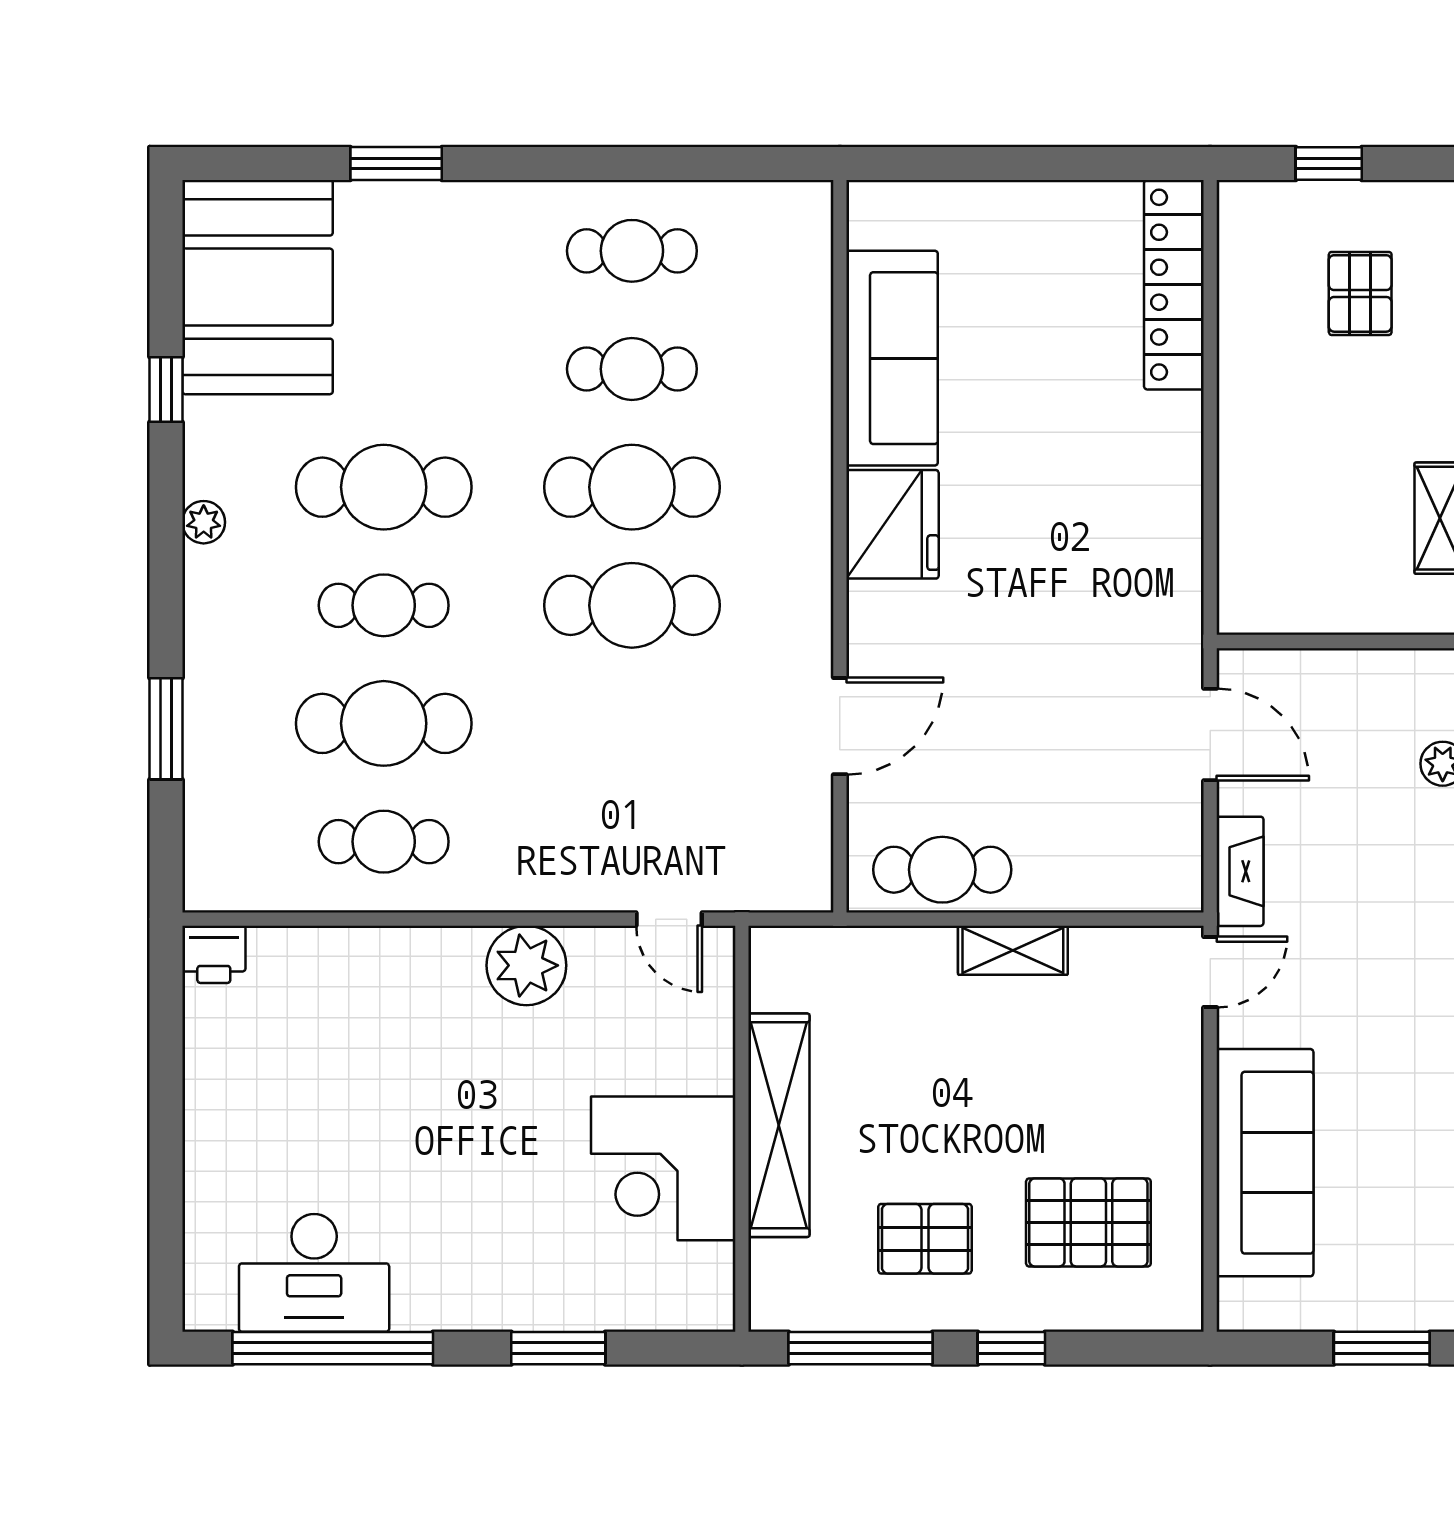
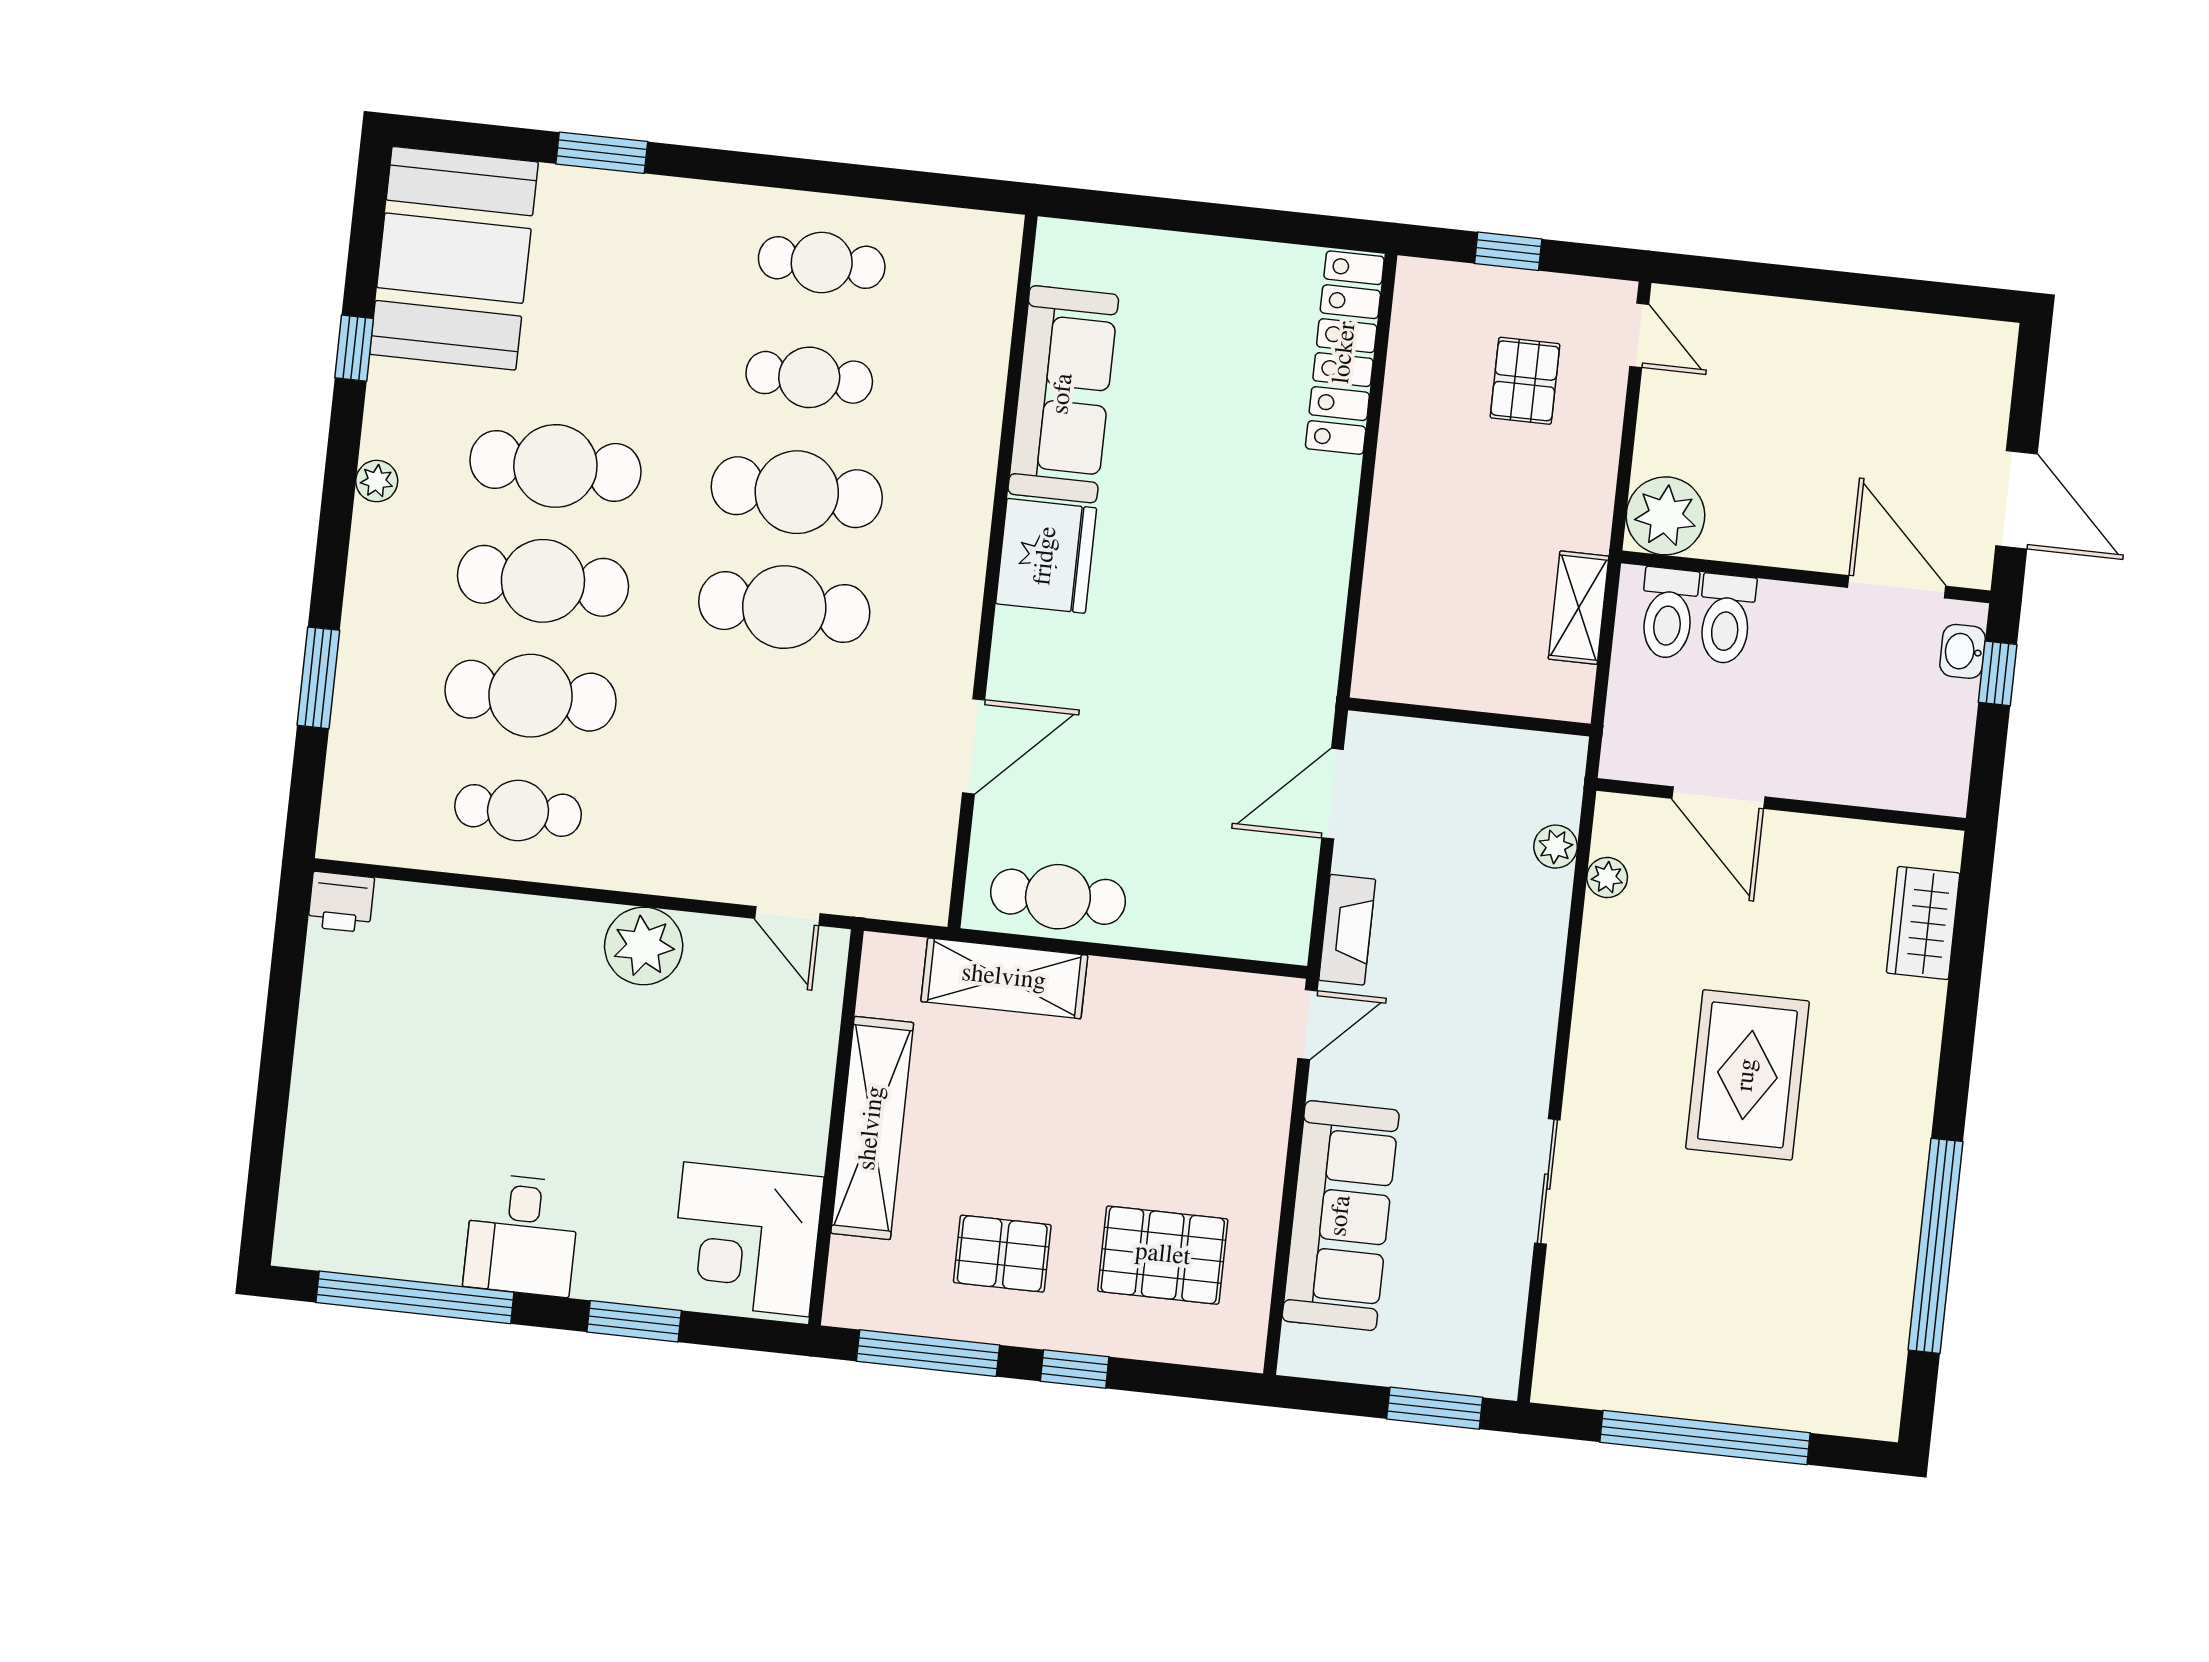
cafe table: (384, 605) -> (543, 581), width x1.37, depth x1.35
door: (1210, 734) -> (1333, 794), swing flipped
shelving: (1013, 950) -> (1004, 978), moved, width x1.50, depth x1.33
corner desk: (663, 1168) -> (746, 1239), moved
desk: (314, 1273) -> (522, 1235), moved, width x0.73

